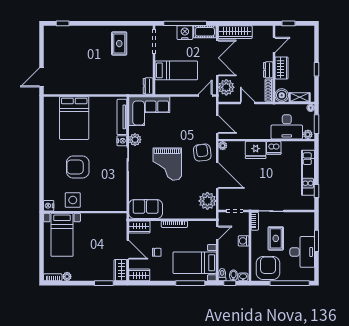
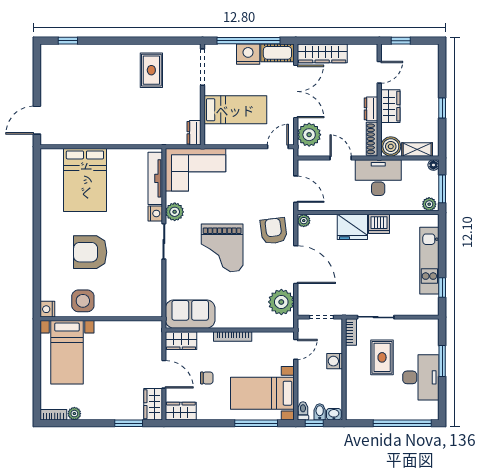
desk: (287, 127) -> (378, 178), moved, turned 180
armchair: (268, 268) -> (371, 401), removed

